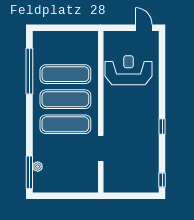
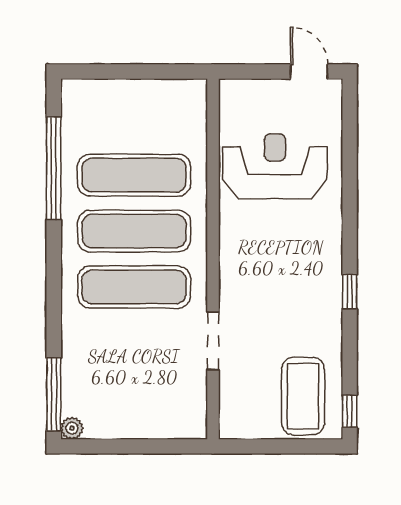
plant: (38, 167) -> (72, 428), moved
coffee table: (141, 173) -> (303, 396), added

